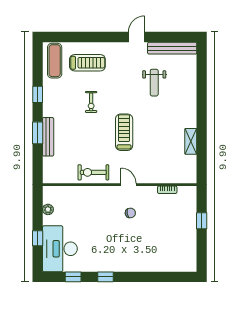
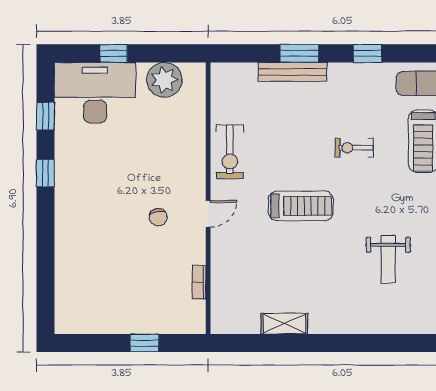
weight bench: (154, 83) -> (388, 259), turned -90
exercise bike: (93, 172) -> (230, 152), turned 180
plant: (48, 209) -> (164, 80), width x1.87, depth x1.87

